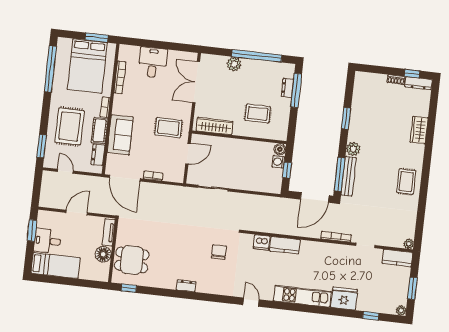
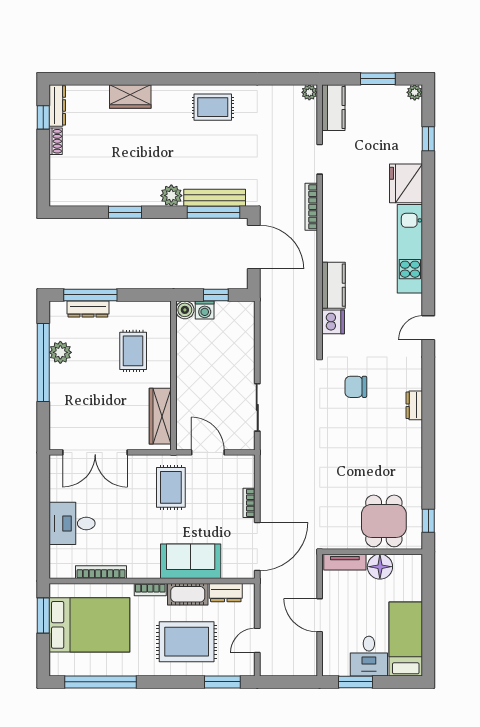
plant: (234, 64) -> (60, 352), moved
dresser: (287, 88) -> (88, 309), width x1.44
dresser: (186, 286) -> (414, 405), moved

